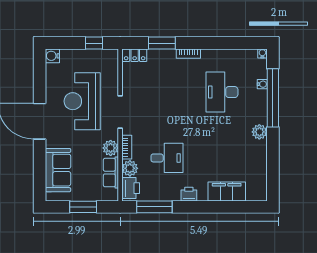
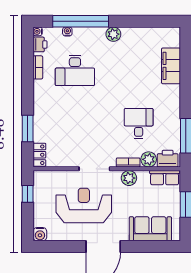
bookcase: (188, 54) -> (38, 67), moved
reception desk: (82, 101) -> (84, 205), turned 180
row of seats: (111, 173) -> (165, 178), moved
printer: (189, 194) -> (40, 44), moved, turned 180

